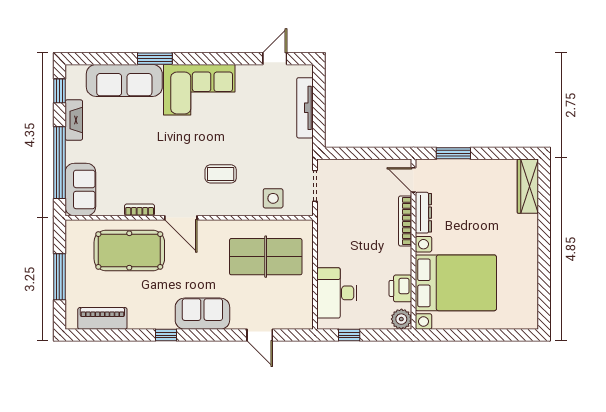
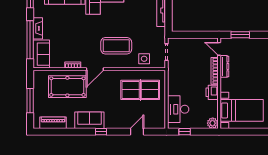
fireplace: (74, 120) -> (38, 28), moved
coffee table: (221, 174) -> (116, 46), width x1.86, depth x1.72
door: (181, 218) -> (95, 69), hinge flipped
bed with nightstands: (456, 283) -> (242, 110), width x0.73
printer: (400, 288) -> (212, 92), moved
sofa: (202, 314) -> (89, 120), moved
window: (166, 335) -> (101, 132), moved
door: (260, 335) -> (137, 132), swing flipped

